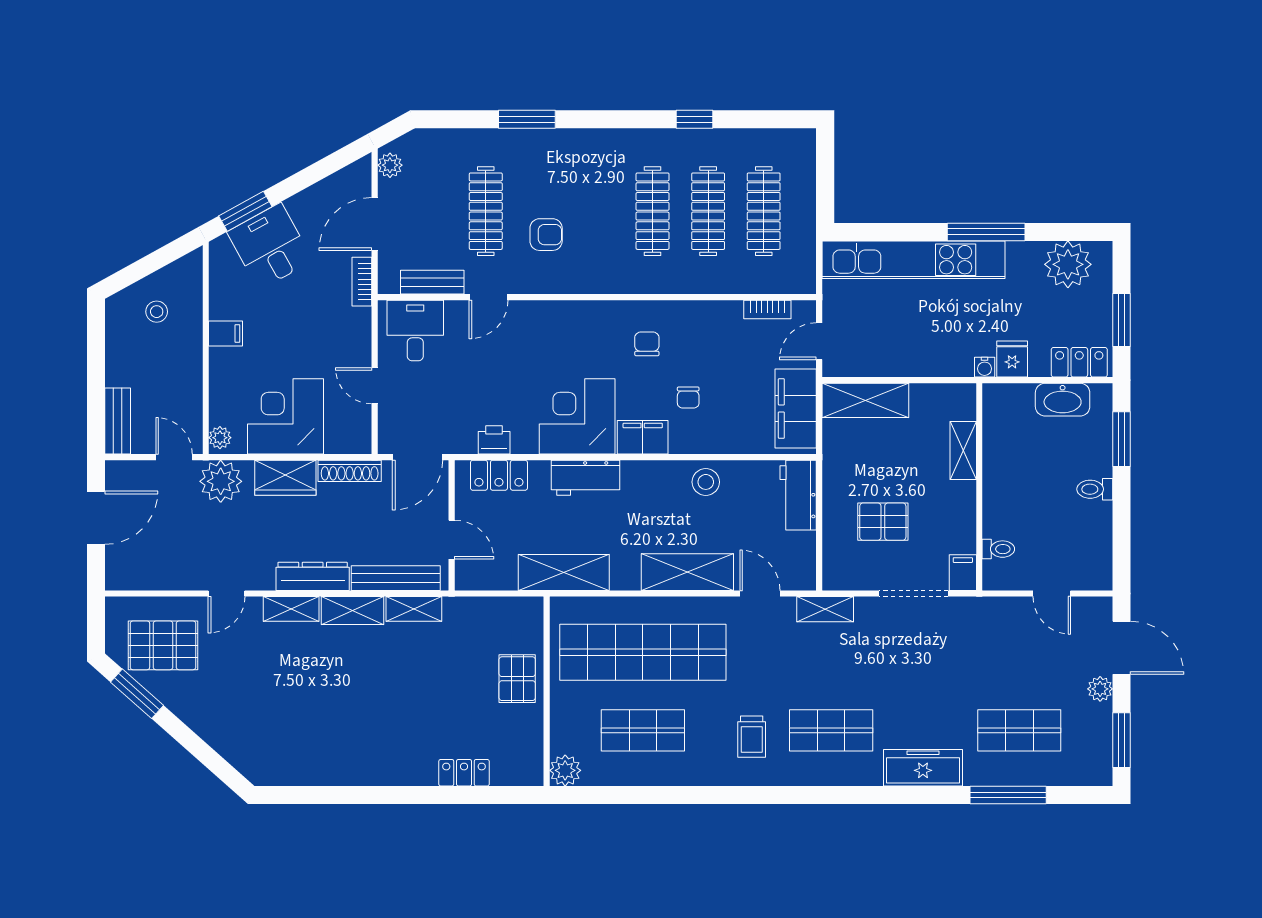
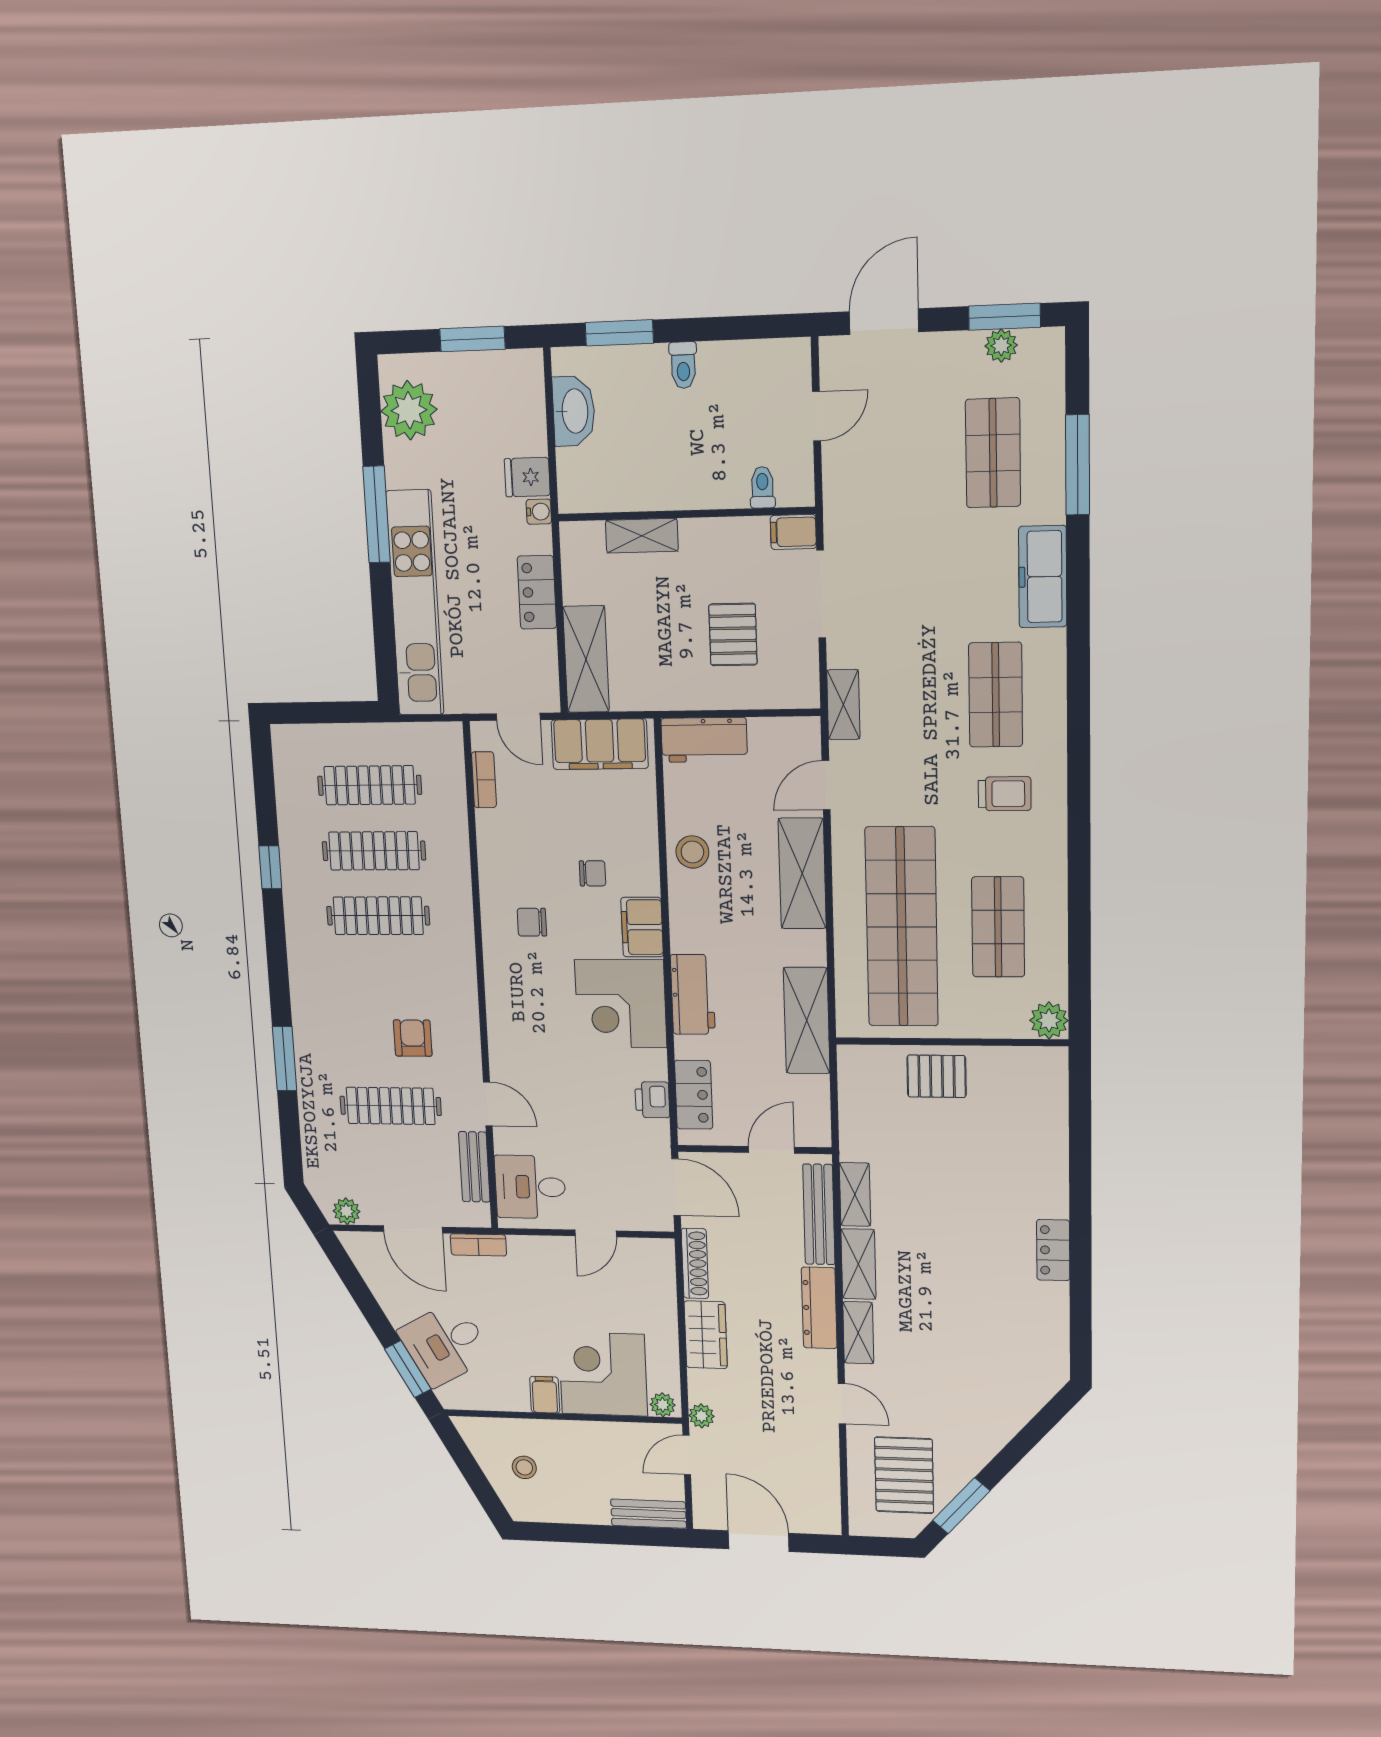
locker: (1079, 362) -> (537, 592), moved
corner desk: (286, 416) -> (603, 1374), moved, turned 90
plant: (221, 481) -> (701, 1416), width x0.53, depth x0.53
plant: (1100, 689) -> (1001, 346), moved
locker: (464, 773) -> (1053, 1250), moved

